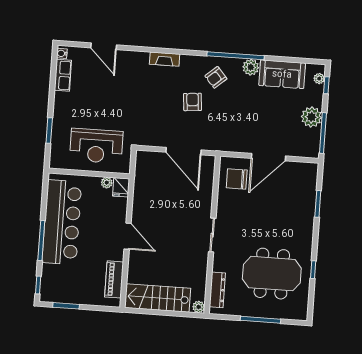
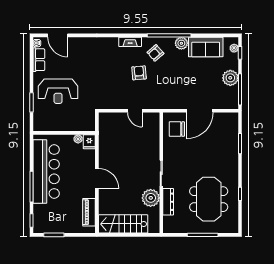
door: (104, 46) -> (58, 35), moved
fireplace: (165, 59) -> (130, 42), moved
reception desk: (96, 146) -> (58, 91), moved
door: (183, 151) -> (135, 111), width x0.53
meeting table: (272, 274) -> (209, 199), turned 90
dresser: (217, 290) -> (168, 202), moved
plant: (199, 307) -> (151, 198), moved, width x1.88, depth x1.88

